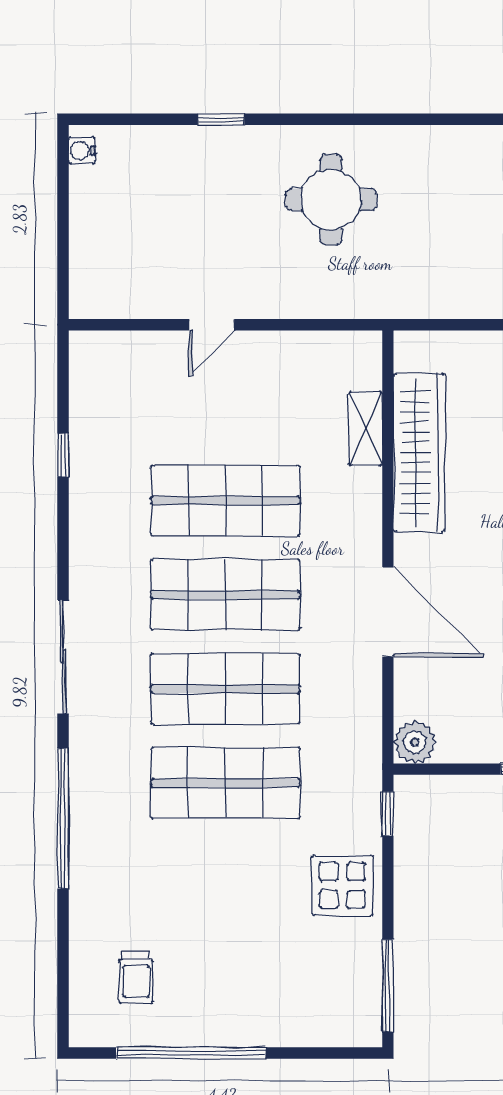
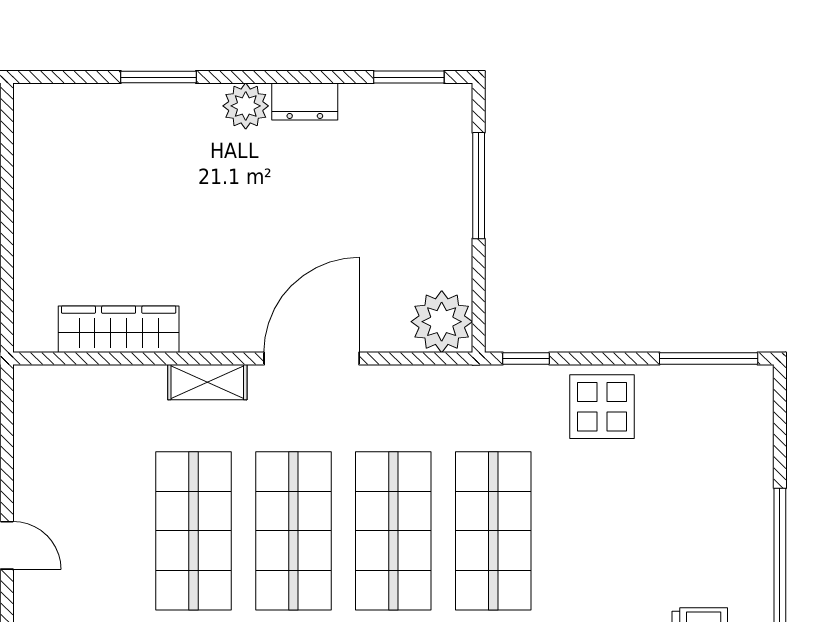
shelving: (366, 428) -> (207, 382), moved
wardrobe: (419, 453) -> (119, 329), width x0.71, depth x0.85
plant: (415, 742) -> (442, 322), width x1.36, depth x1.36

